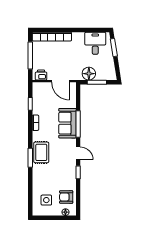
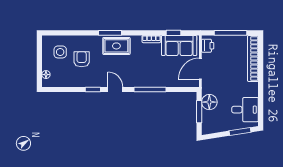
sofa: (67, 123) -> (179, 46), moved, turned 180
door: (78, 153) -> (115, 89), swing flipped
armchair: (66, 197) -> (82, 59), moved

